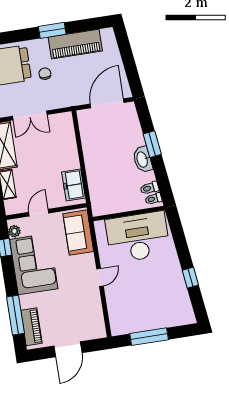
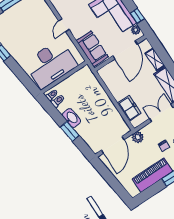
plant: (72, 99) -> (138, 137), added
freezer: (74, 185) -> (129, 108), moved
door: (39, 213) -> (125, 50), width x1.88

